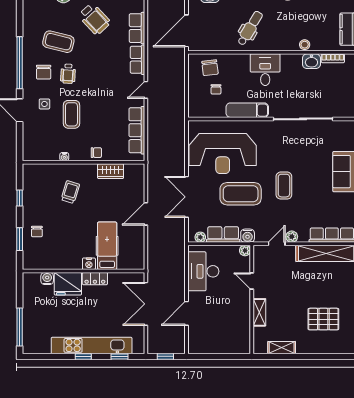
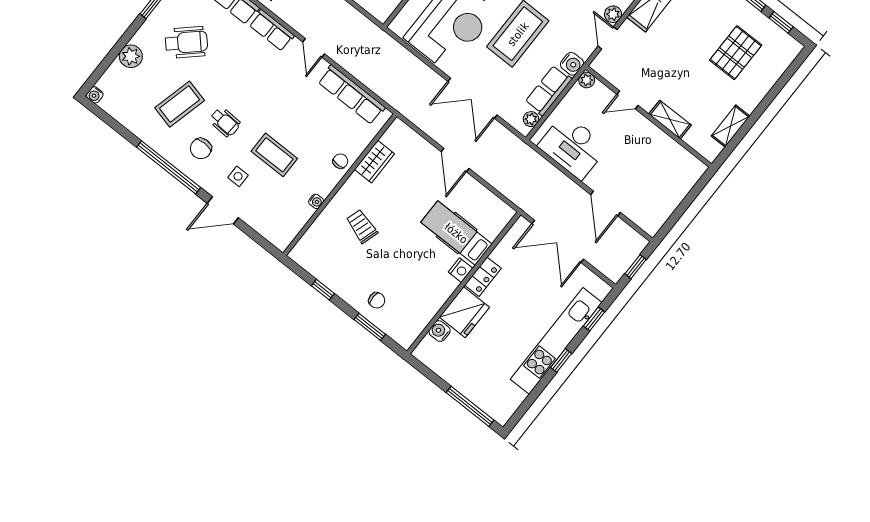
chair: (44, 72) -> (201, 149), turned 90

